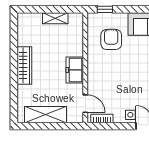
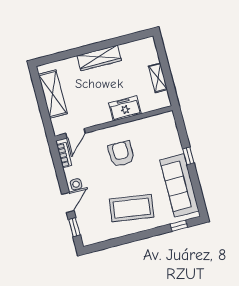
window: (105, 9) -> (188, 156), moved
armchair: (111, 39) -> (121, 154), moved, turned -90
freezer: (75, 70) -> (125, 108), moved

